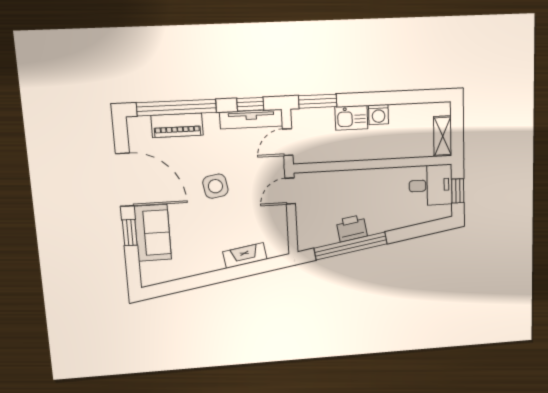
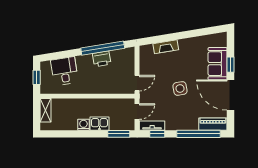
tv unit: (251, 119) -> (152, 126), width x0.71
piano: (177, 125) -> (213, 124), moved
desk: (431, 185) -> (64, 71), moved, turned 81

